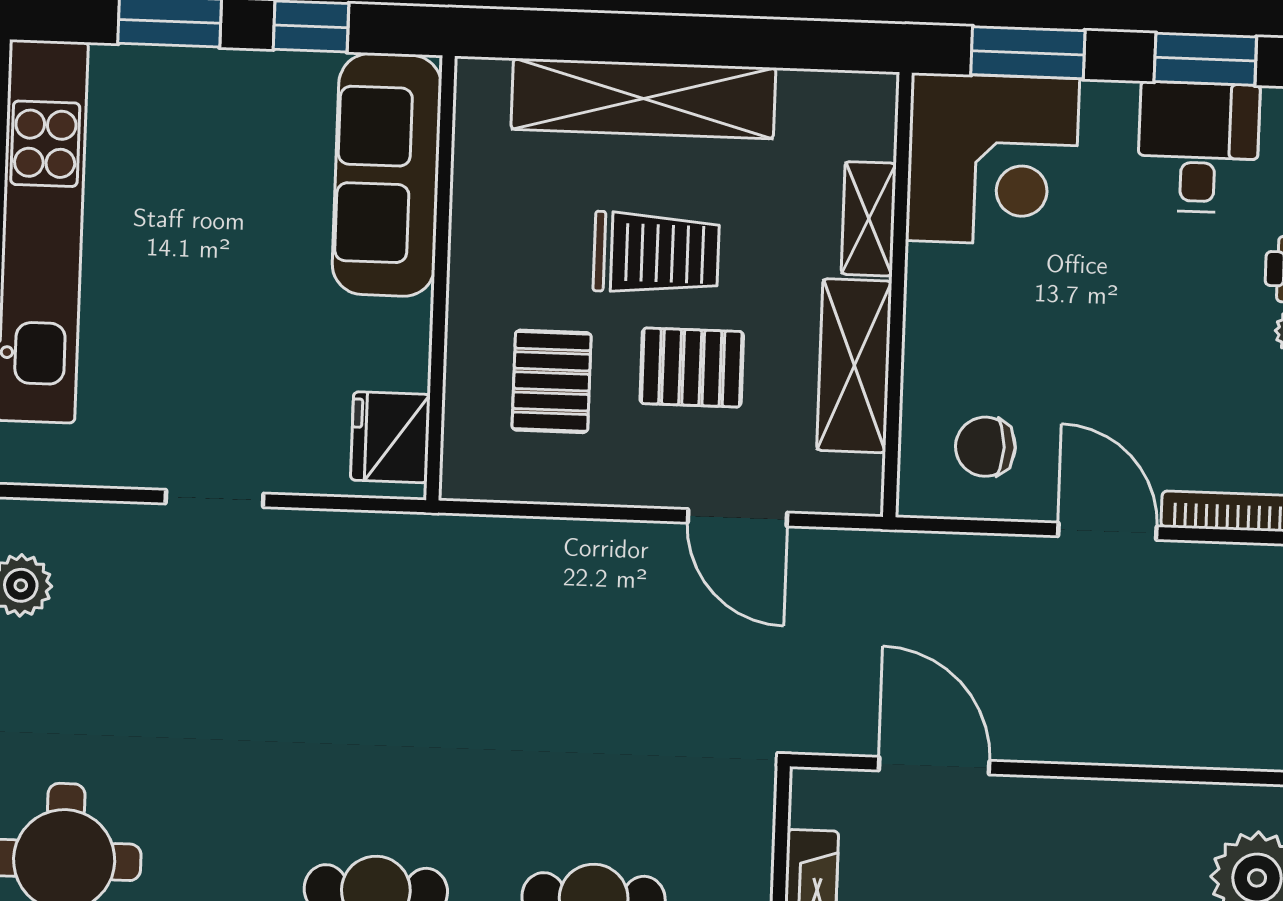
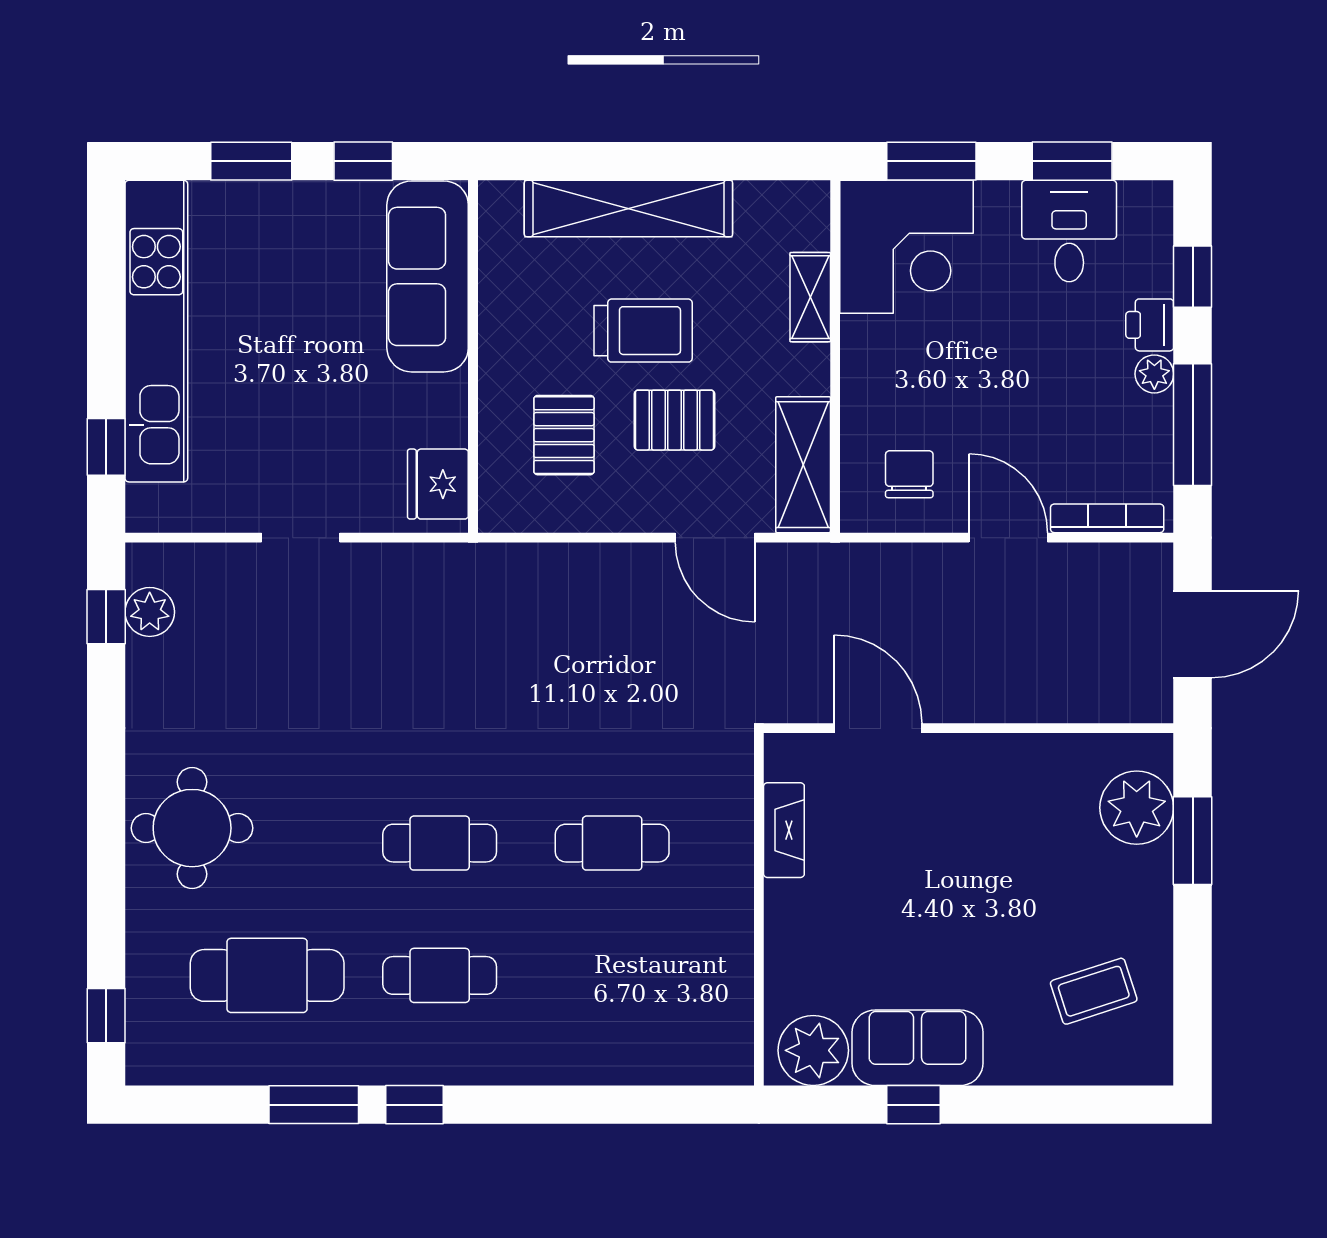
shelving: (854, 366) -> (803, 465), moved
chair: (985, 447) -> (909, 474), turned 90

